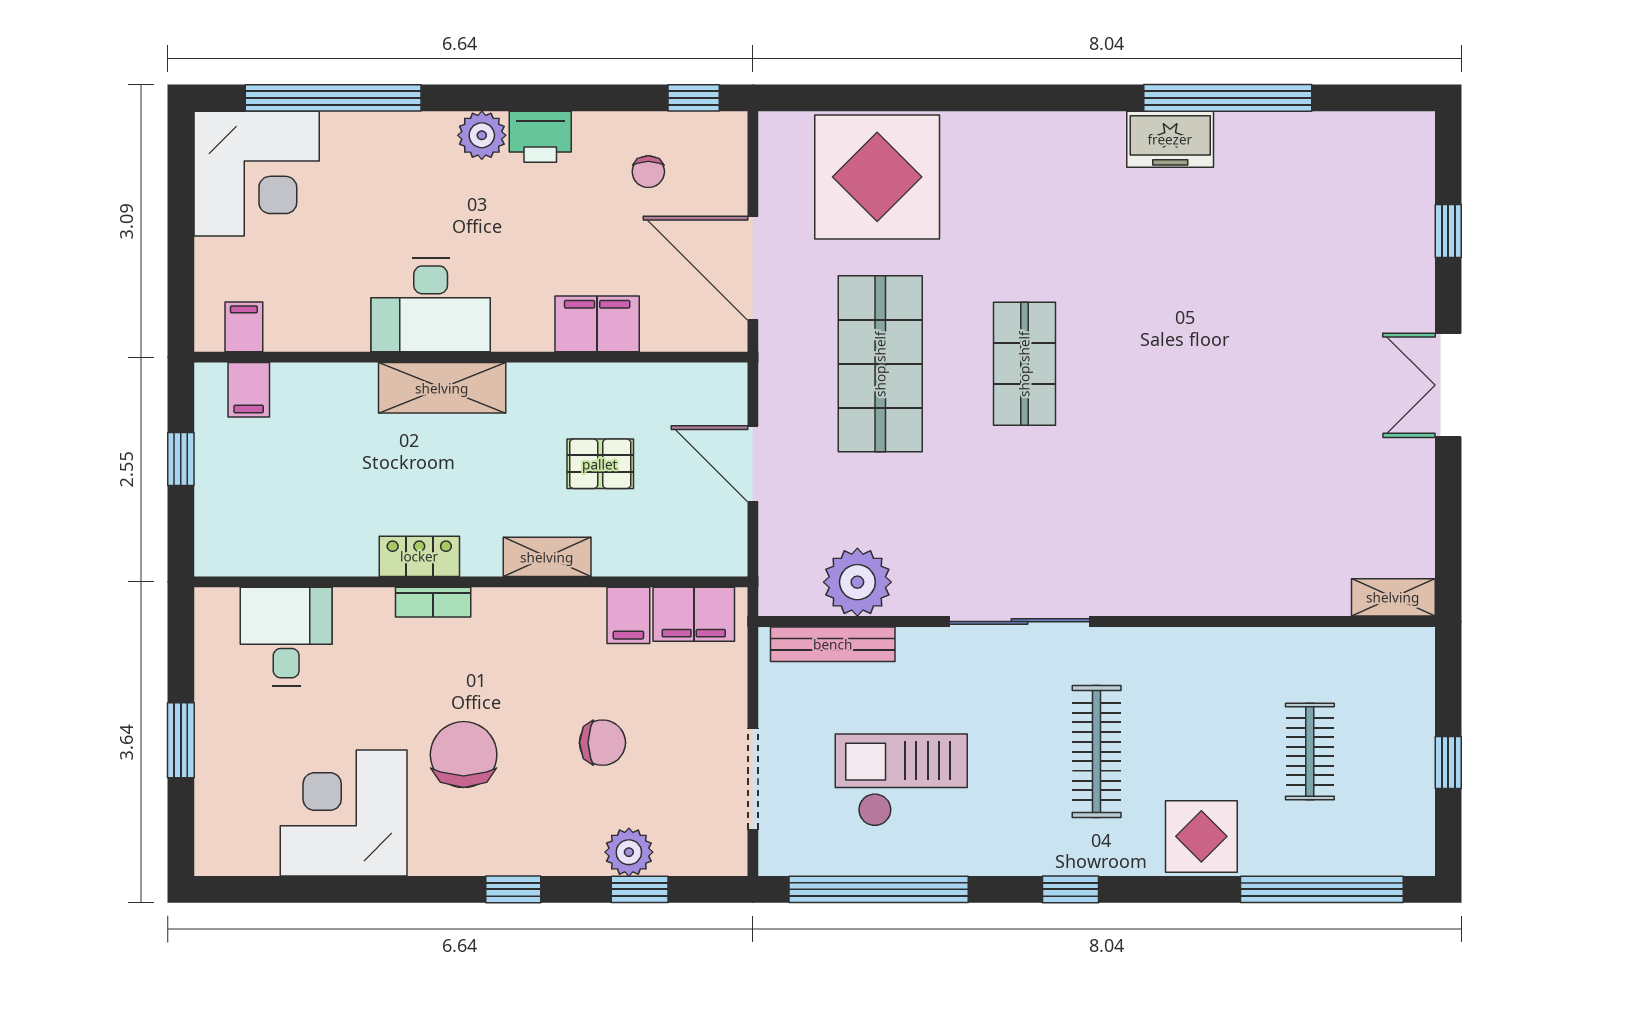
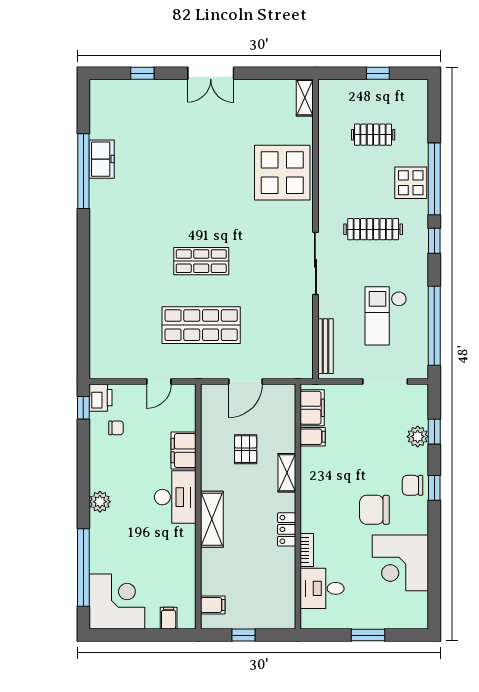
printer: (540, 137) -> (101, 398), moved
freezer: (1170, 139) -> (102, 159), moved
display table: (877, 177) -> (282, 173), moved
door: (753, 268) -> (159, 382), width x0.53
desk: (431, 305) -> (175, 497), moved
filing cabinet: (244, 327) -> (169, 618), moved, turned 90
plant: (857, 582) -> (298, 335), removed
bookcase: (433, 602) -> (307, 550), moved
chair: (602, 743) -> (413, 485), moved, turned -90
window: (1322, 889) -> (434, 179), moved

